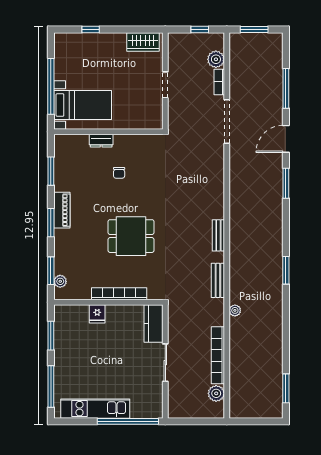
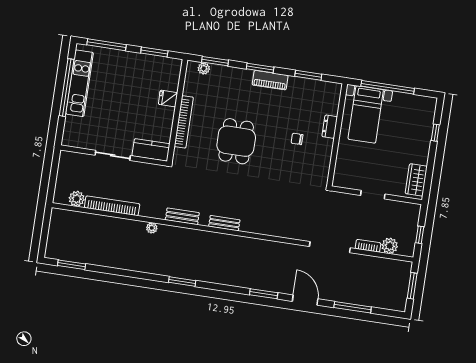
window: (128, 421) -> (67, 88), moved

